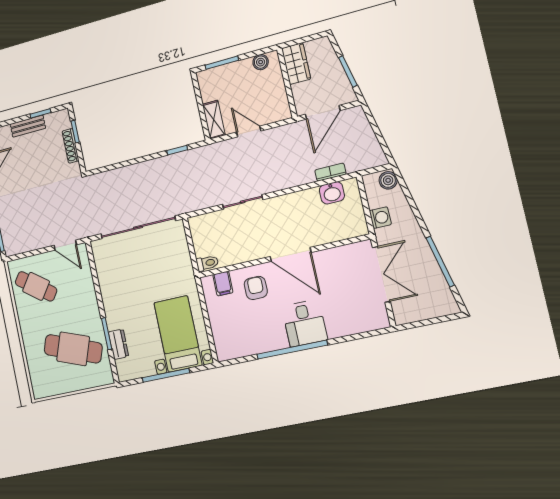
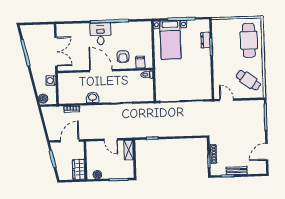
washbasin: (332, 193) -> (92, 98), moved
double door: (381, 274) -> (56, 52), swing flipped
cafe table: (73, 349) -> (249, 40), moved, turned 70

